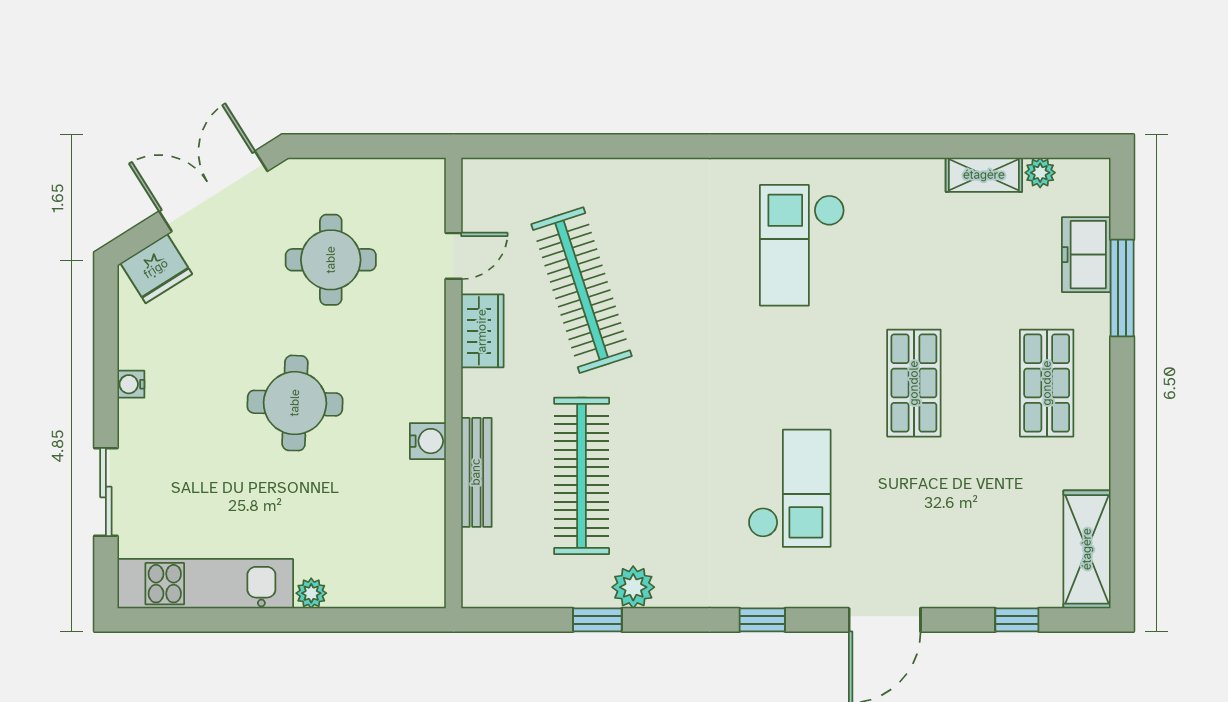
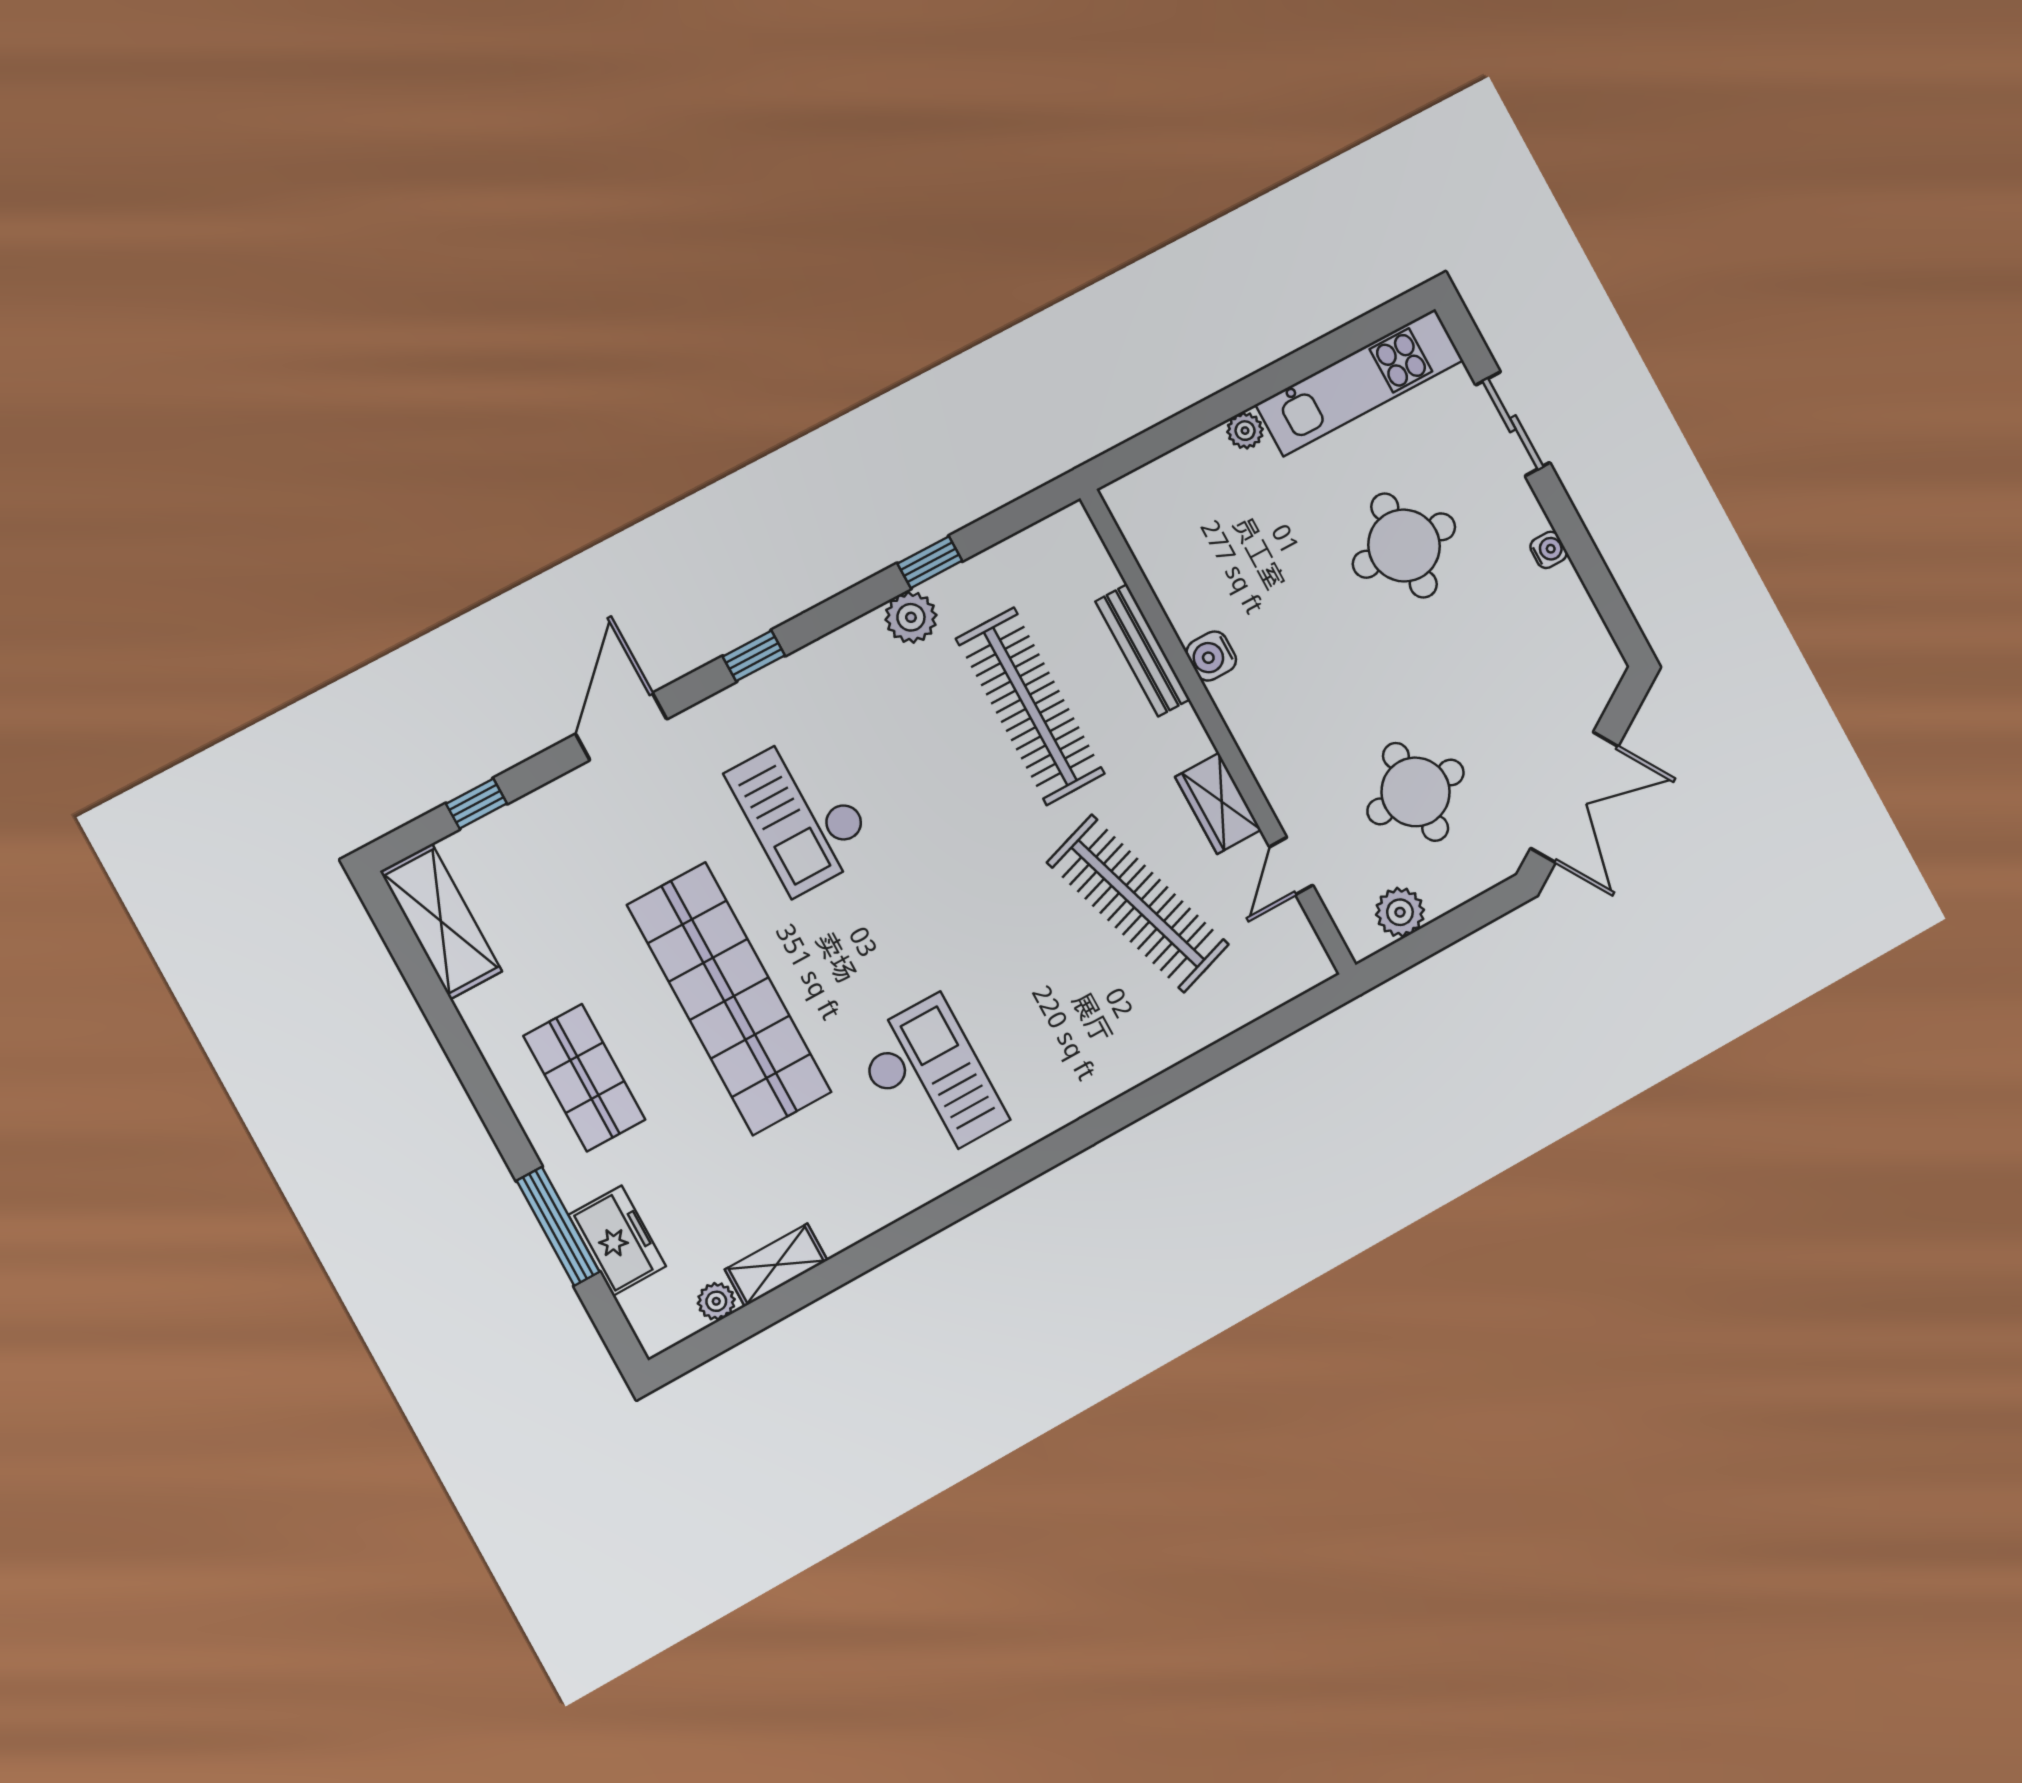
plant: (391, 178) -> (1400, 912), added
fridge: (156, 269) -> (1588, 685), removed
shop shelf: (914, 383) -> (729, 999), width x2.00, depth x1.36
round table: (295, 403) -> (1404, 545), moved

